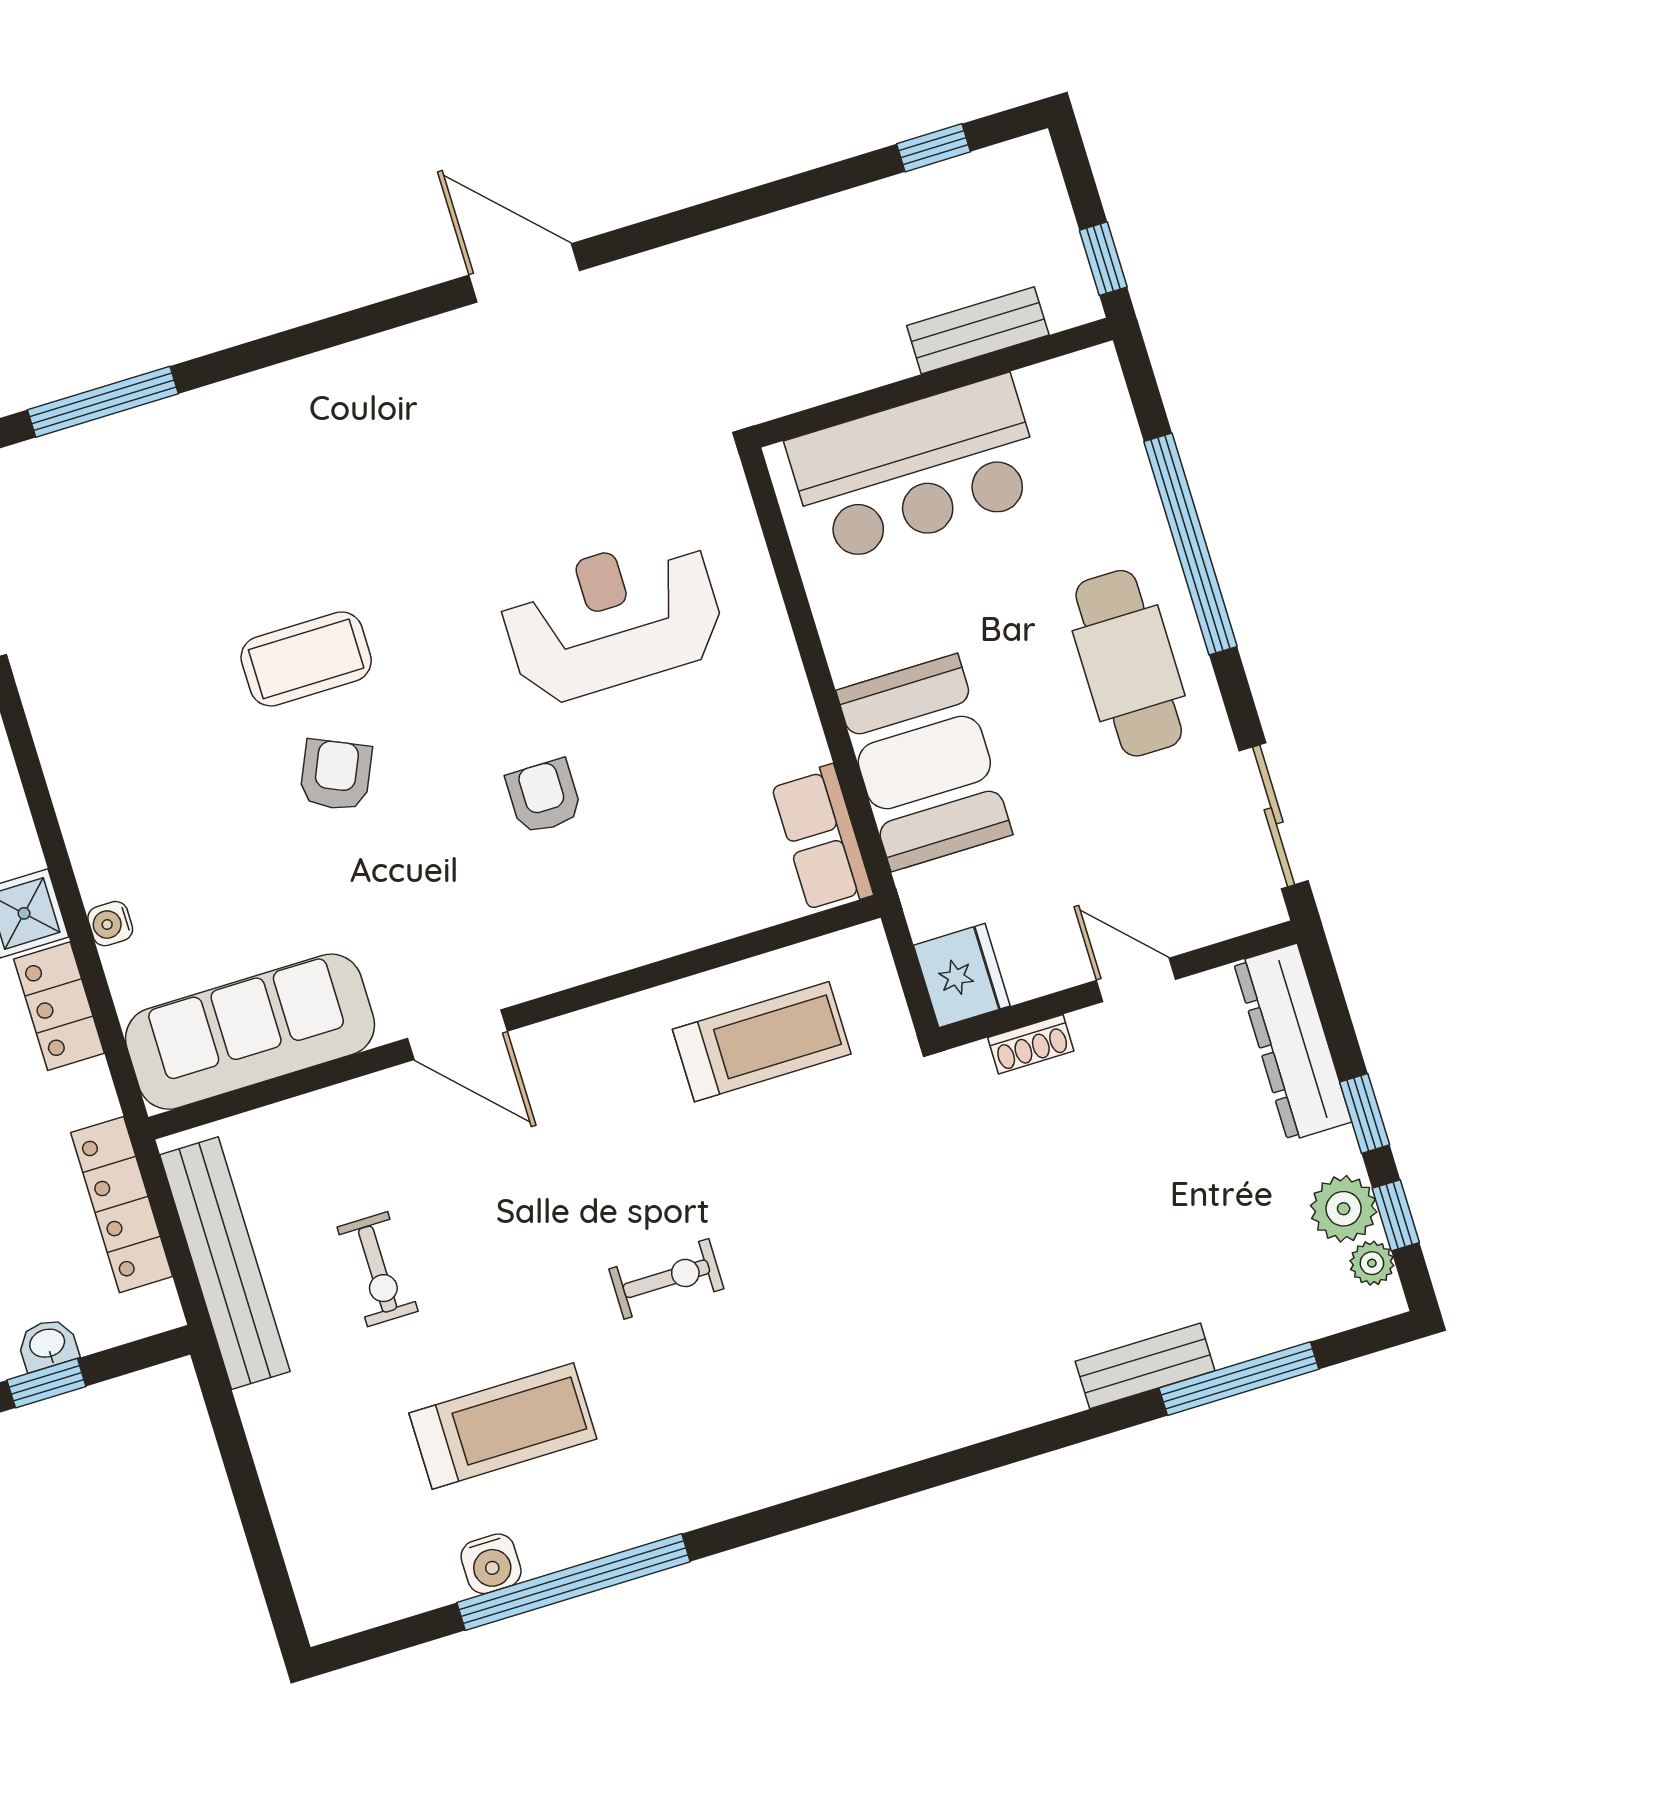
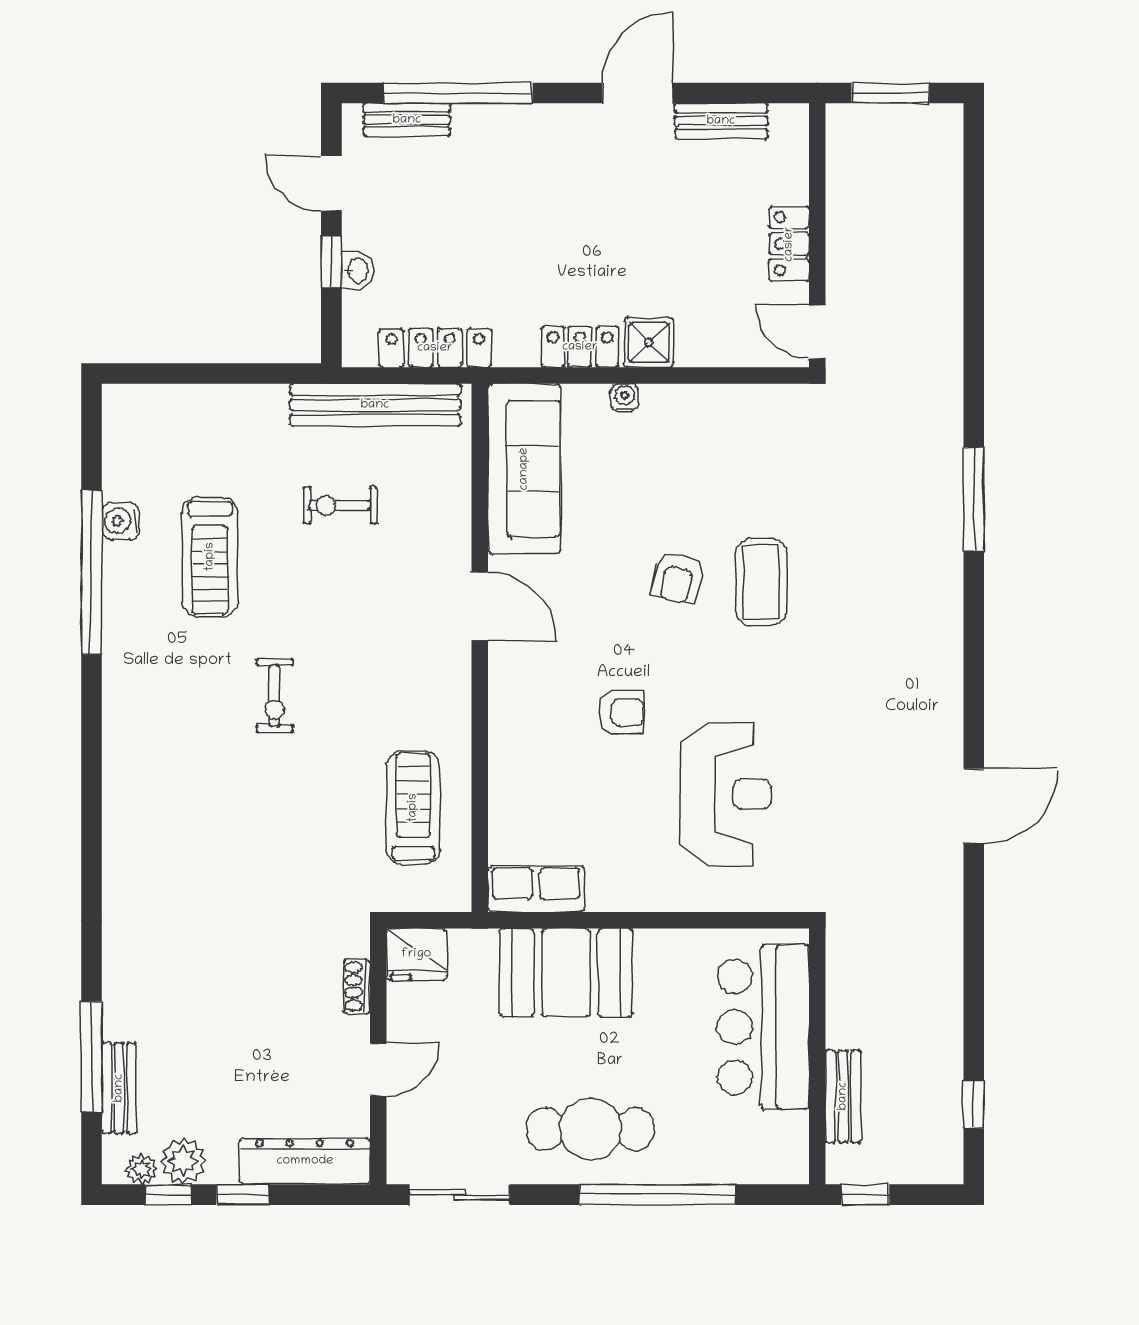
armchair: (336, 775) -> (678, 578), turned 79
door: (457, 1035) -> (480, 606), swing flipped
treadmill: (762, 1042) -> (413, 808), turned 180
bench: (1145, 1366) -> (119, 1088), moved

